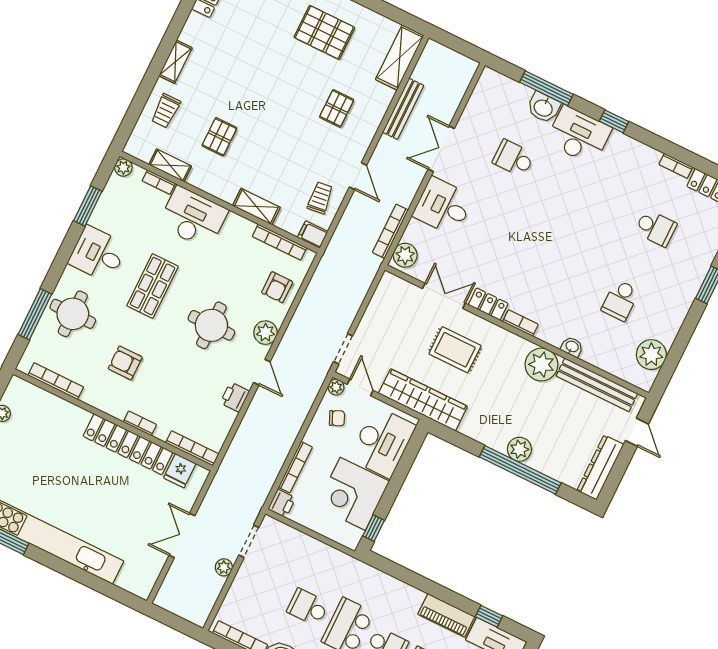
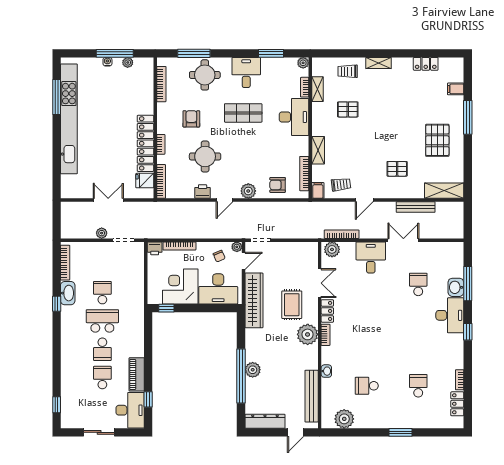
school desk: (656, 228) -> (418, 386), turned 180
round table: (211, 325) -> (205, 156), moved
plant: (541, 365) -> (308, 334), moved

